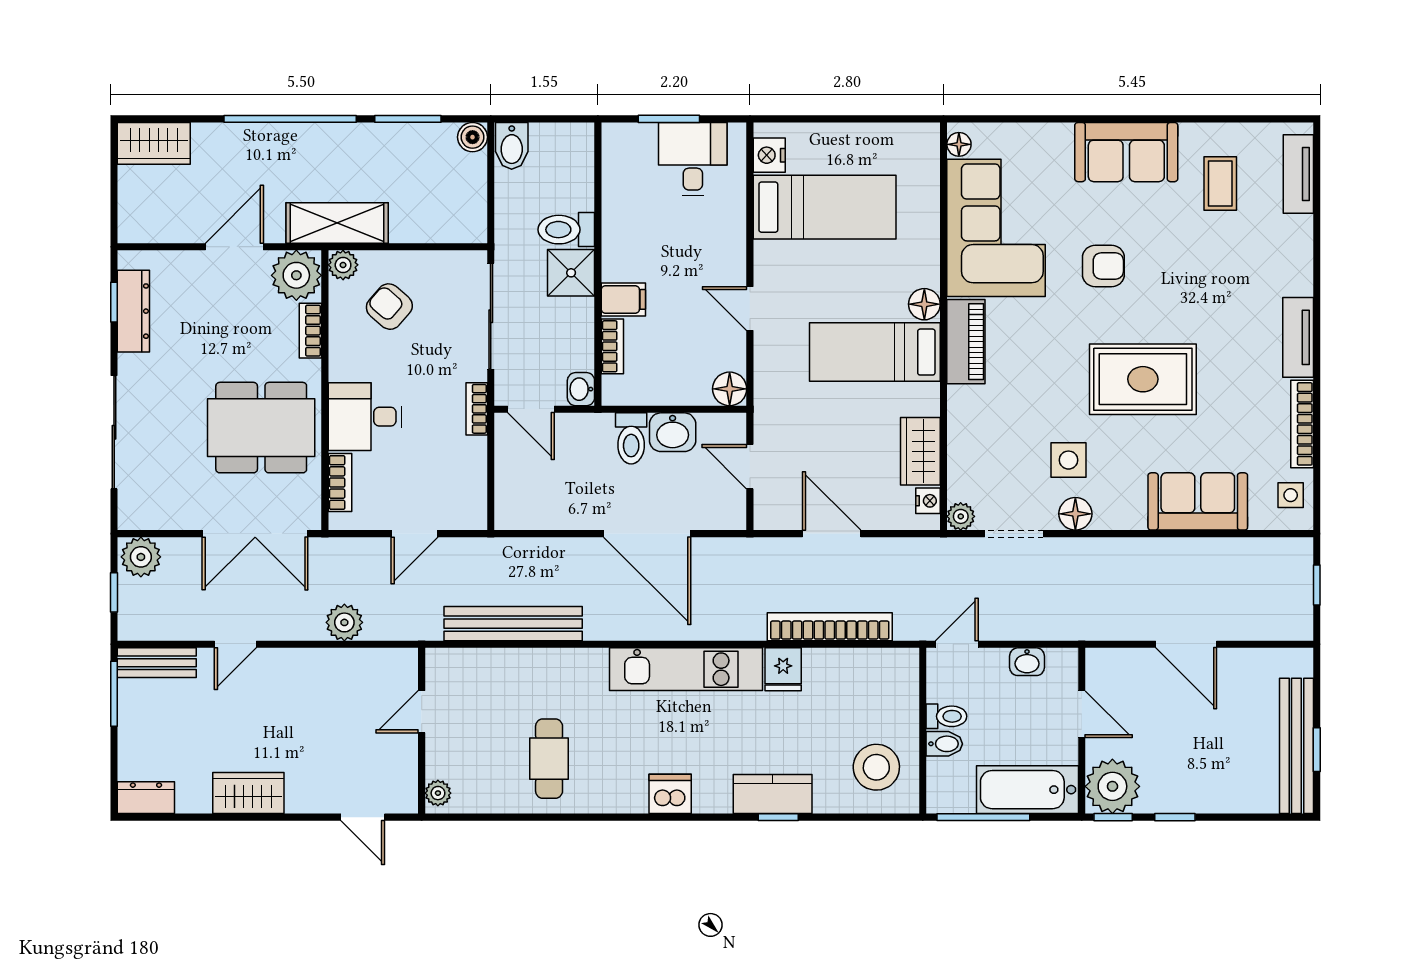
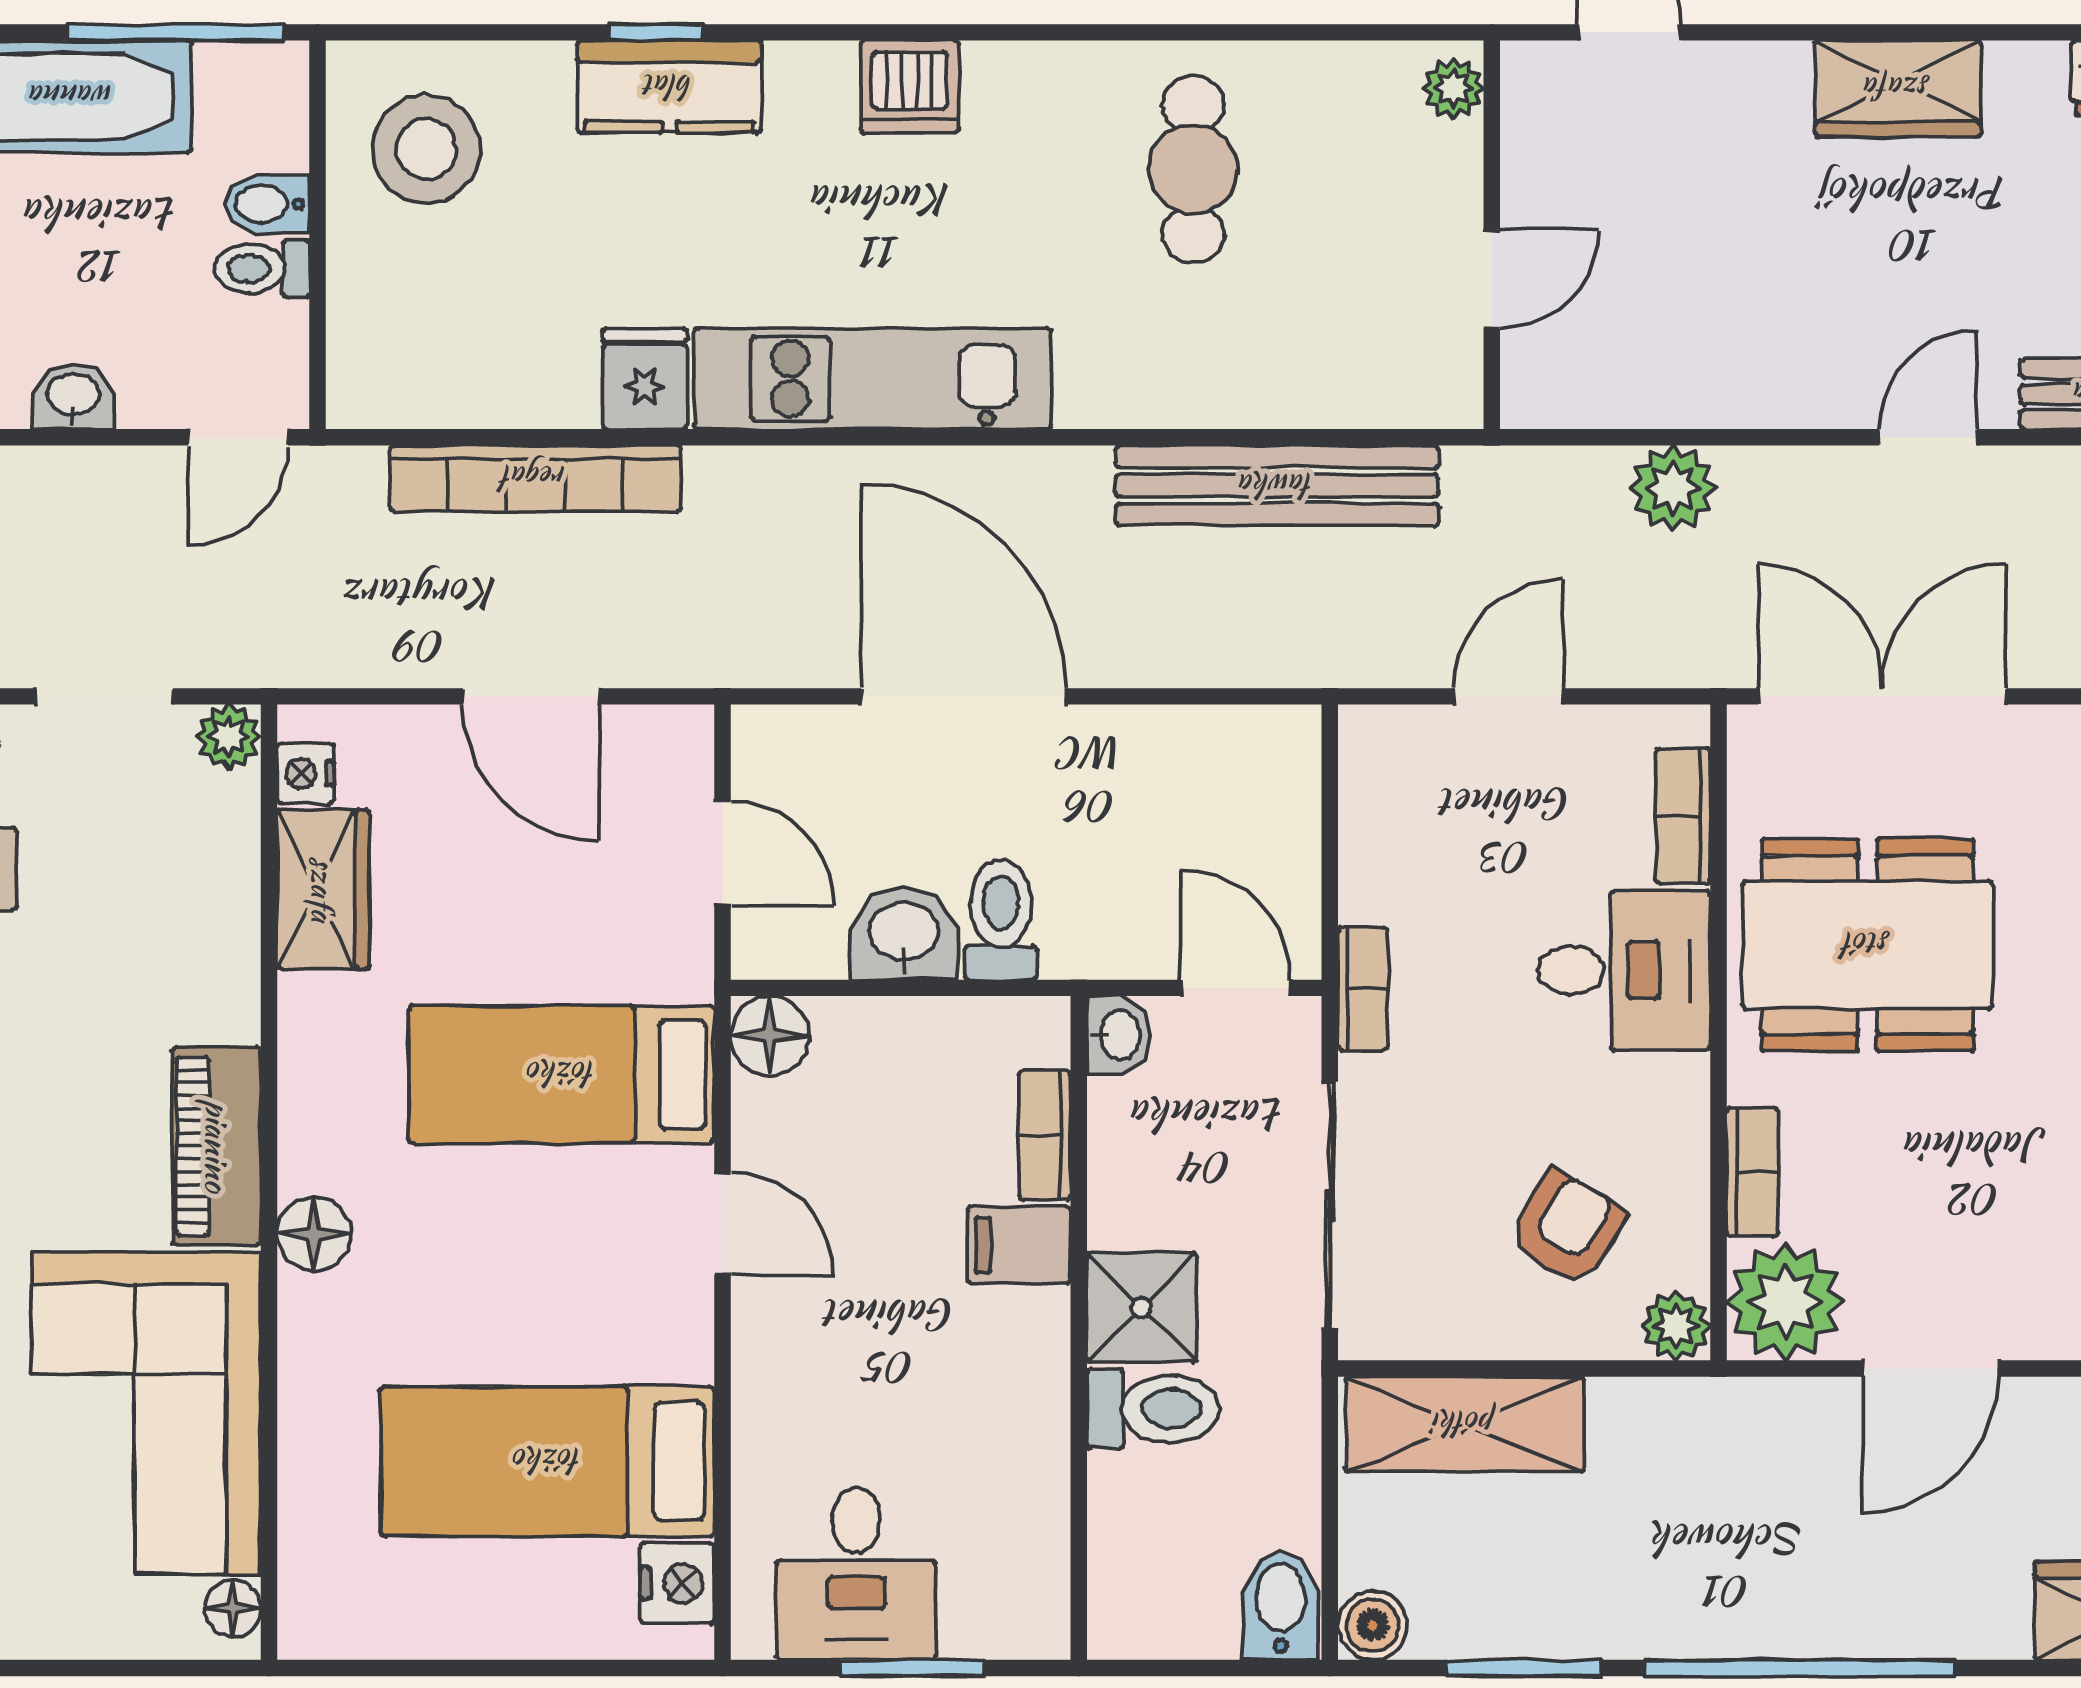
shelving: (337, 223) -> (1465, 1424), moved
armchair: (389, 307) -> (1567, 1229), turned -100
bed: (875, 352) -> (562, 1074), moved, turned 180

